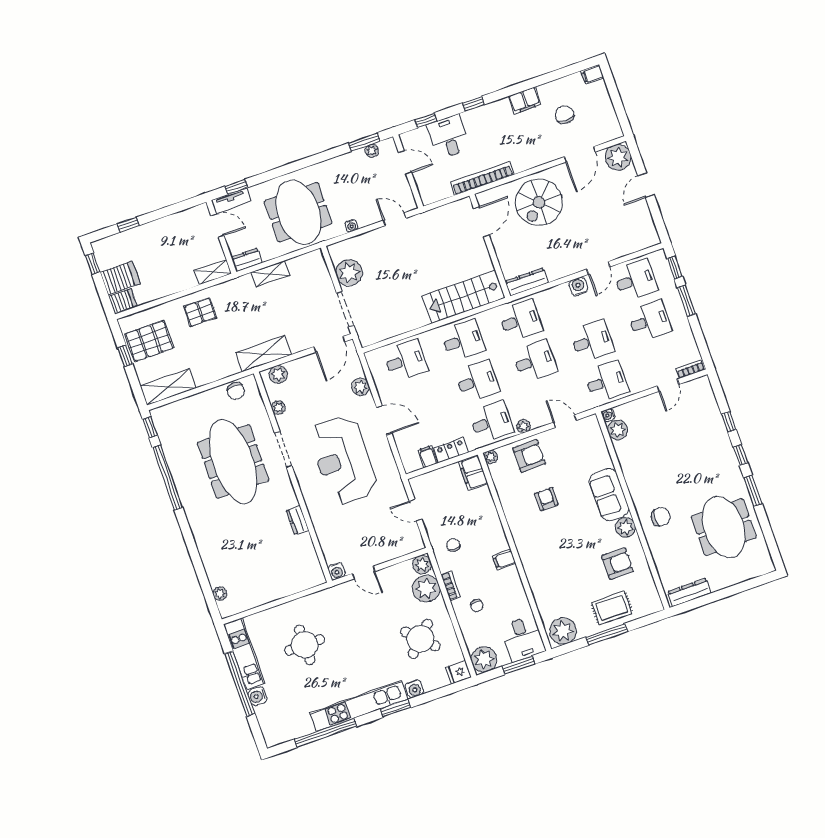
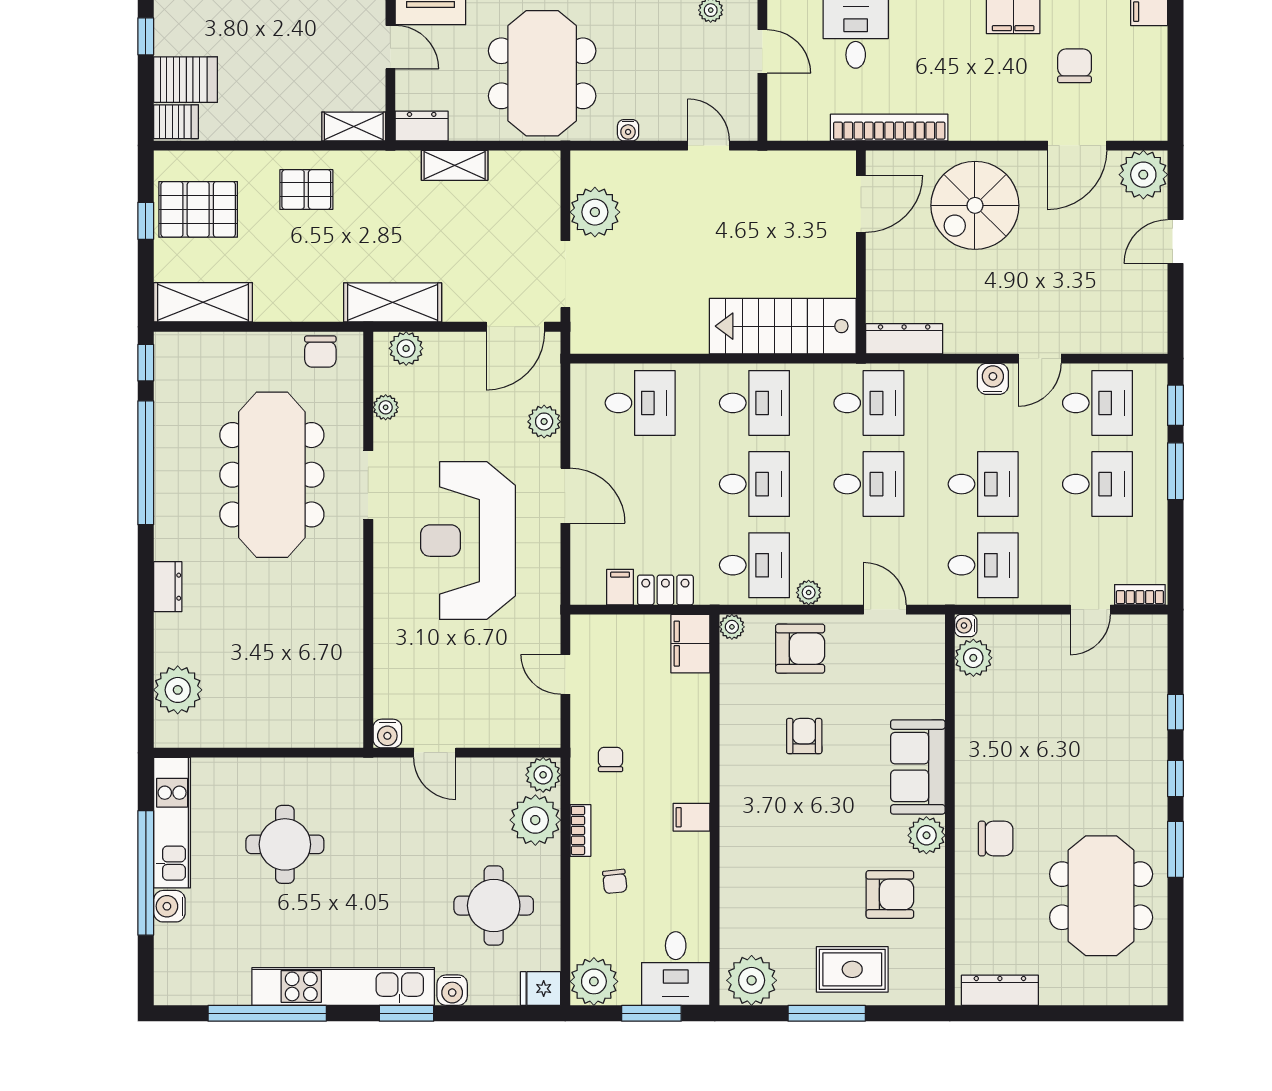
dresser: (297, 520) -> (168, 587), moved, turned 180
plant: (220, 594) -> (178, 690), width x1.88, depth x1.88
round table: (420, 639) -> (494, 906), turned 45

